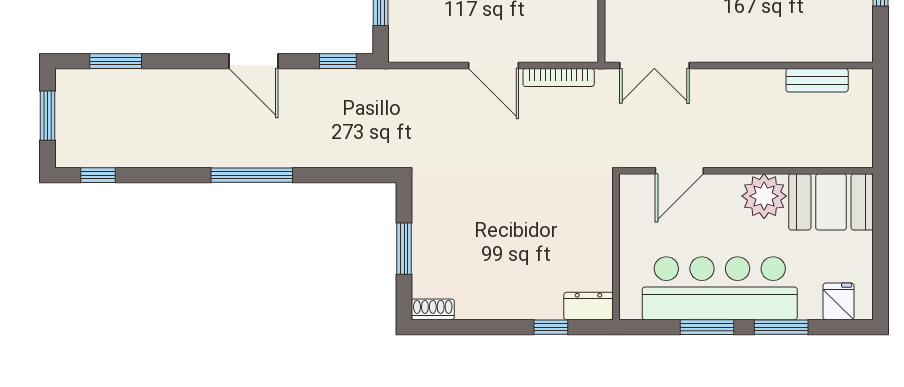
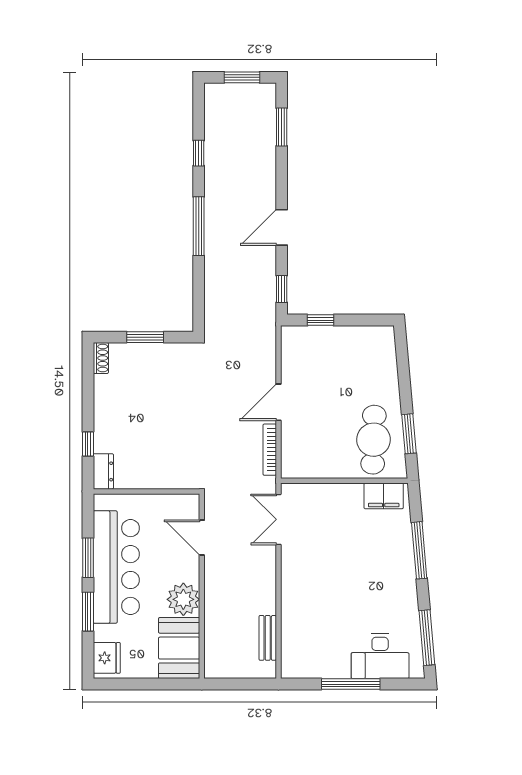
window: (98, 175) -> (199, 153), moved
fridge: (839, 301) -> (107, 658), width x1.38

